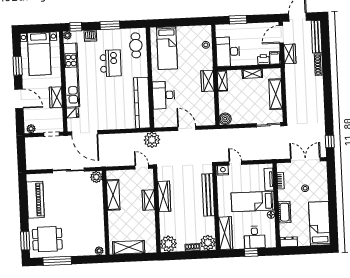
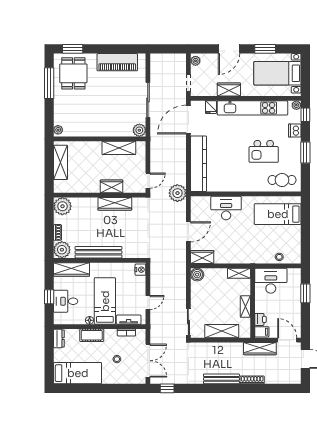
bench: (317, 37) -> (221, 379), moved
wardrobe: (290, 54) -> (260, 349), width x1.50
wardrobe: (208, 81) -> (202, 257), moved
kitchen counter: (142, 103) -> (199, 164), moved, turned 90
door: (235, 163) -> (148, 302), moved
bench: (208, 195) -> (98, 252), moved

